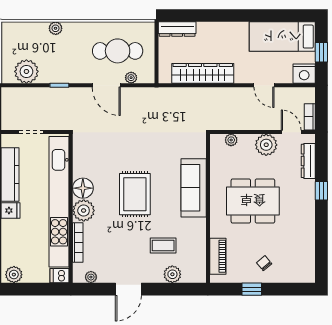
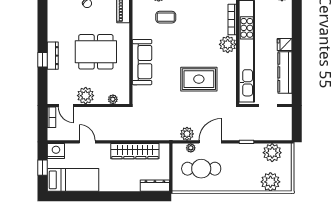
plant: (56, 28) -> (270, 182), moved, width x1.87, depth x1.87
door: (106, 85) -> (210, 142), hinge flipped
plant: (136, 96) -> (187, 134), added
dresser: (308, 161) -> (53, 56), moved
floor lamp: (83, 188) -> (228, 62), removed
rug: (135, 194) -> (199, 79), moved, turned 90

